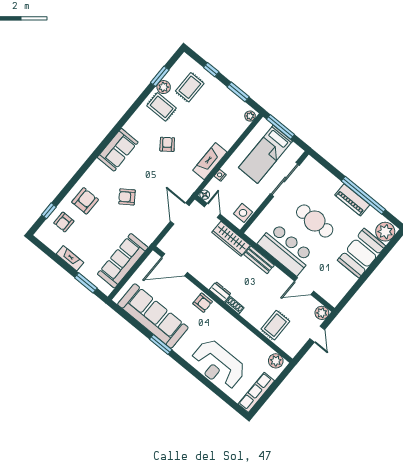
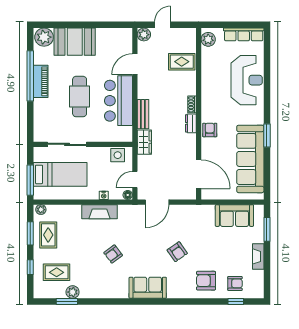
rug: (162, 107) -> (48, 235), moved
wardrobe: (231, 239) -> (144, 142), width x0.67
sofa: (123, 261) -> (234, 216), width x0.73
door: (304, 286) -> (135, 64), swing flipped

